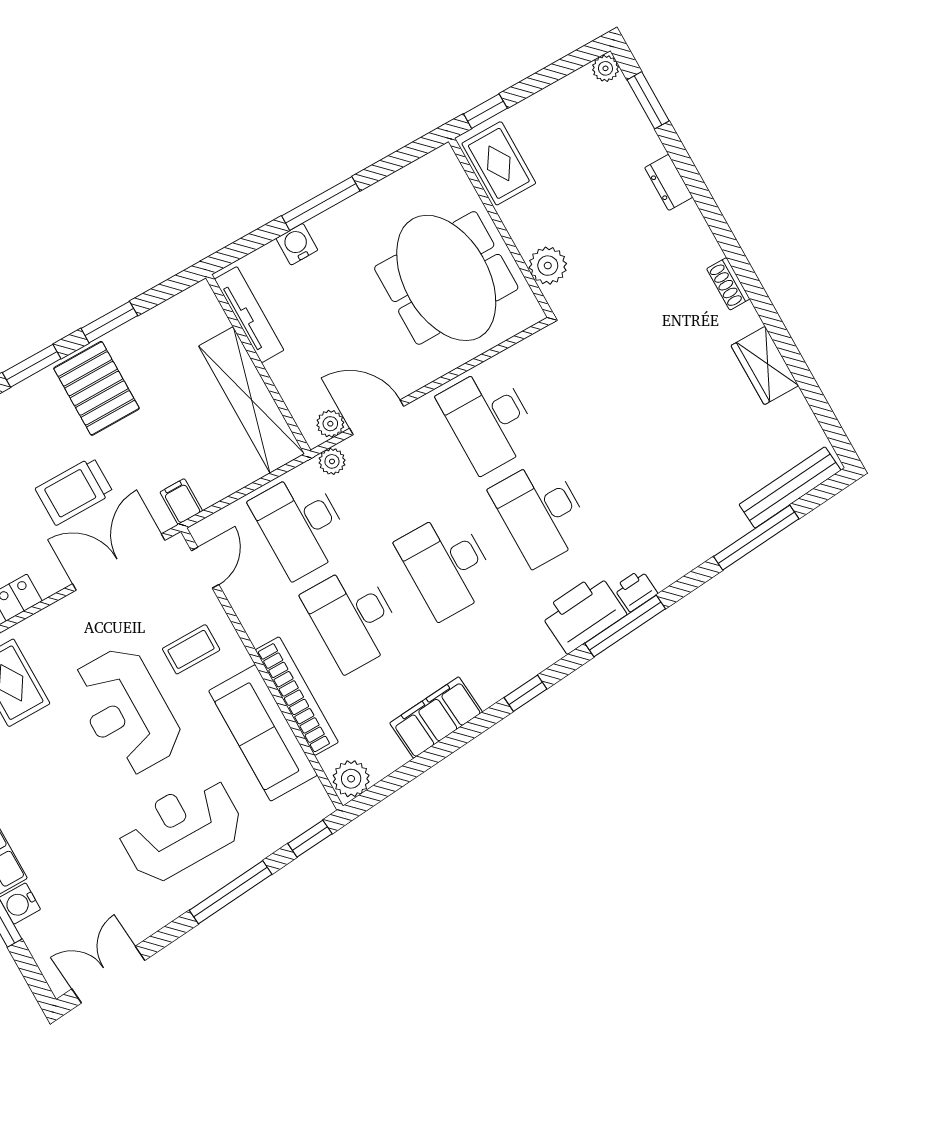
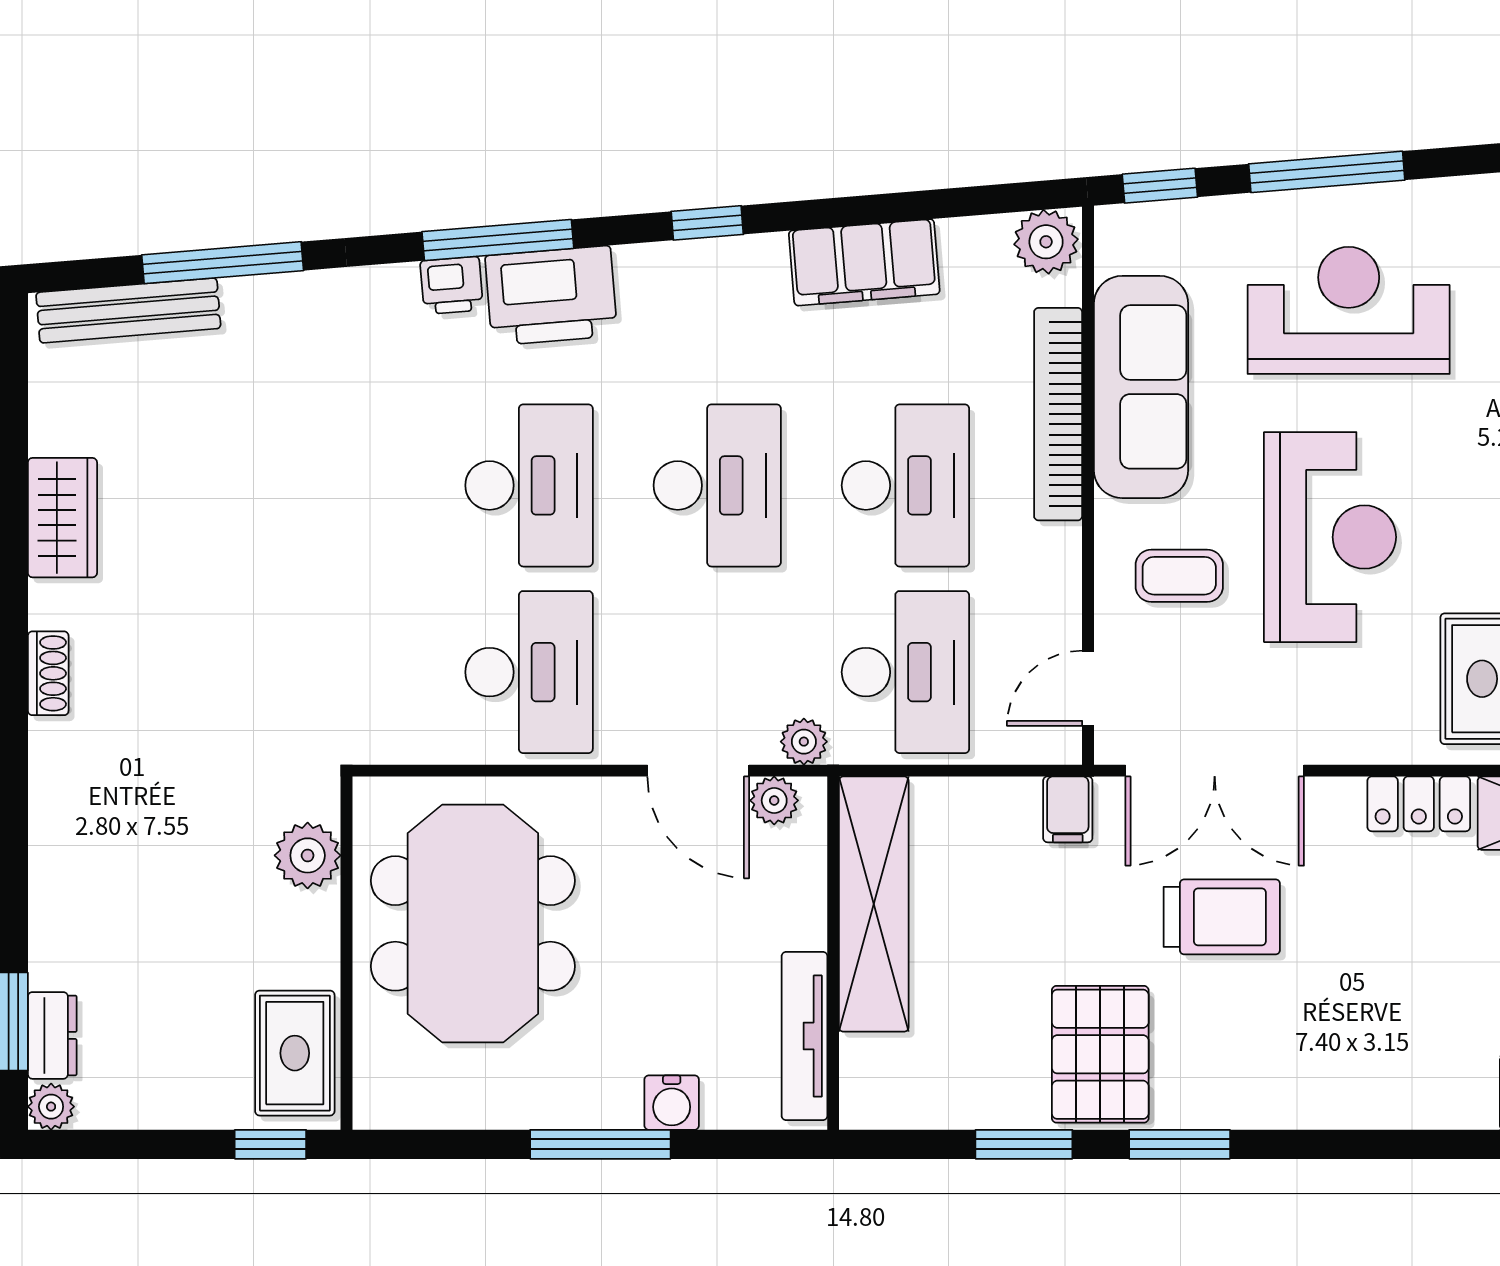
dresser: (669, 182) -> (52, 1035), moved
reception desk: (181, 829) -> (1349, 310), turned 180

